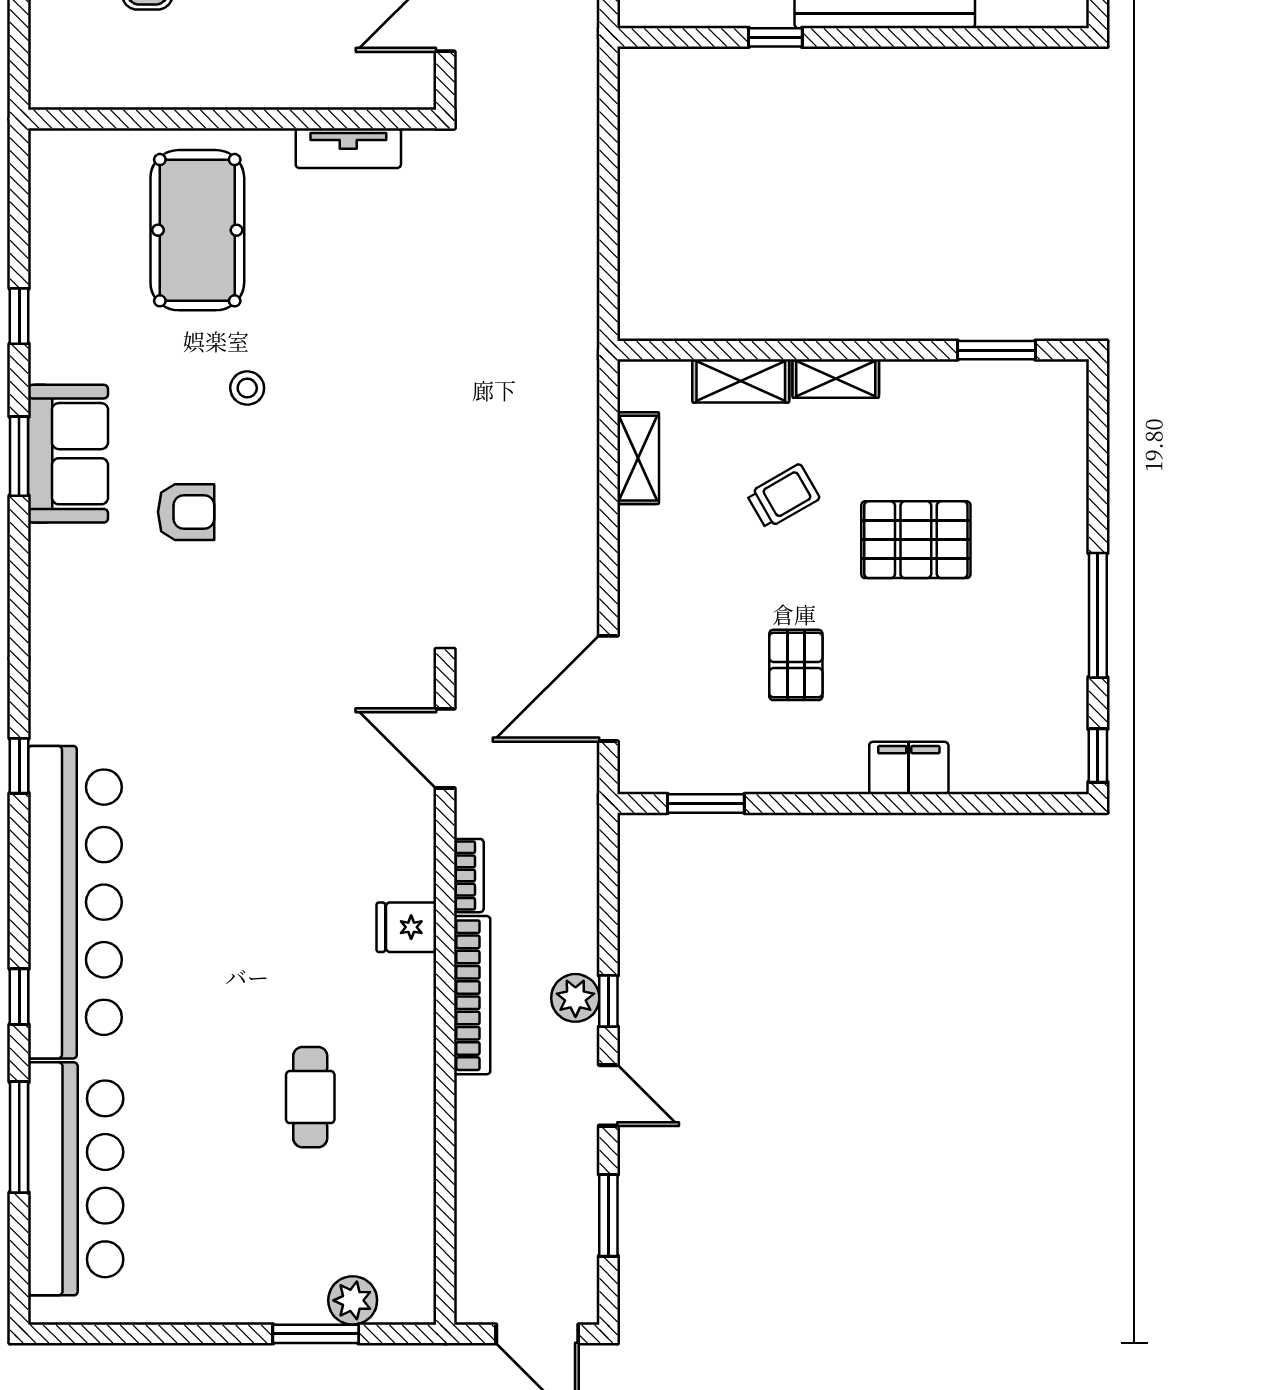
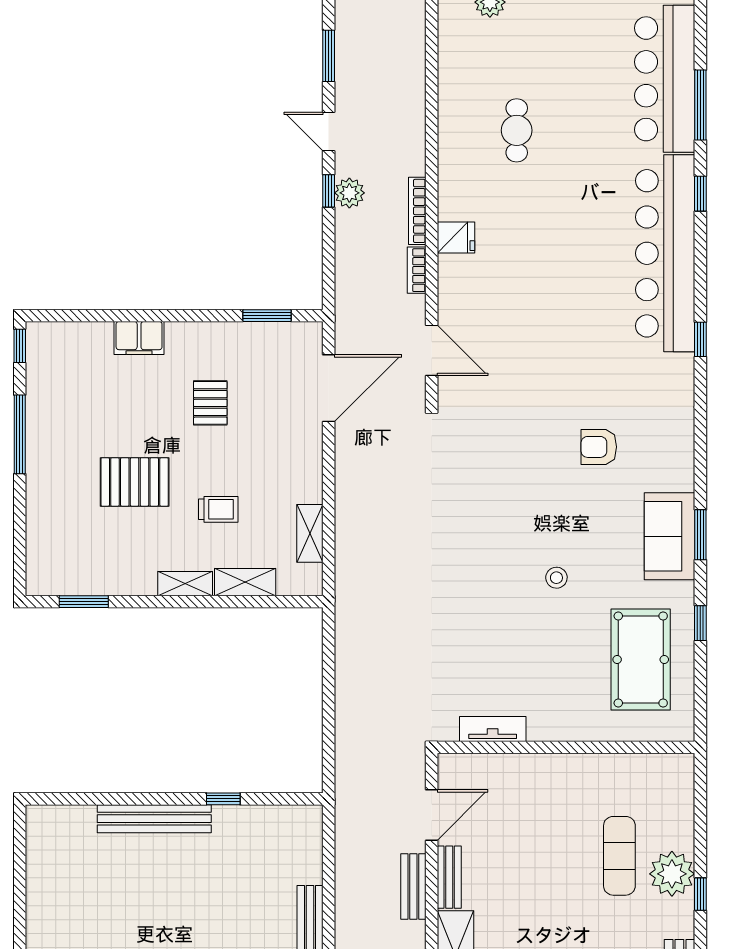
pool table: (197, 230) -> (641, 659), moved
trolley: (783, 496) -> (218, 509), turned -150
armchair: (186, 512) -> (599, 447), moved
bookcase: (472, 995) -> (417, 211), width x0.68, depth x0.76

